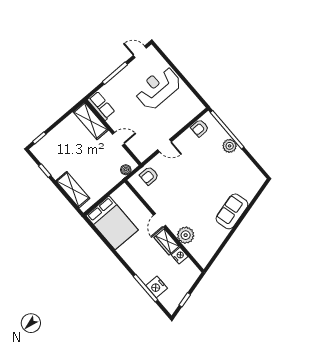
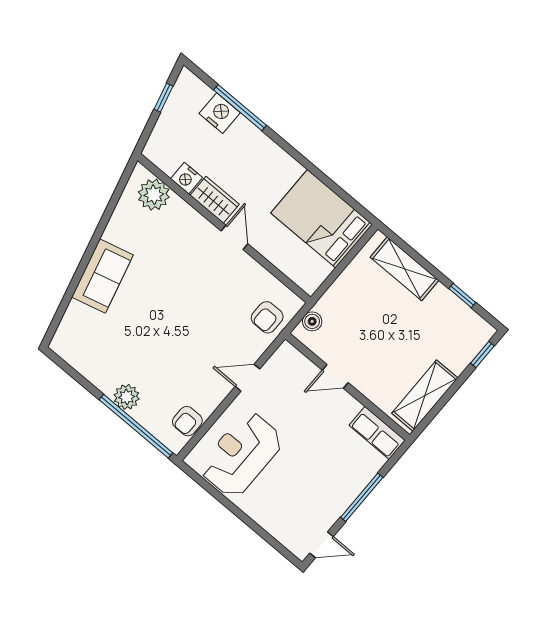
reception desk: (158, 88) -> (241, 455), moved, turned 180
shelving: (91, 121) -> (425, 396), moved, turned 90
armchair: (200, 128) -> (187, 421), turned 180
armchair: (149, 176) -> (267, 317), turned 180
plant: (186, 235) -> (154, 195), moved

